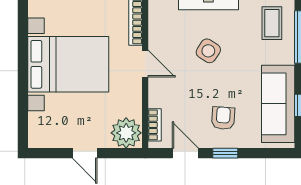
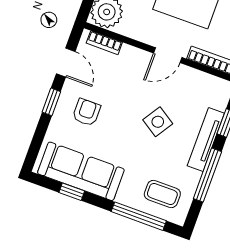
armchair: (223, 118) -> (87, 112), turned -94
door: (185, 153) -> (66, 63), hinge flipped

